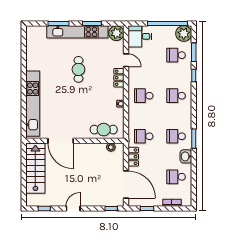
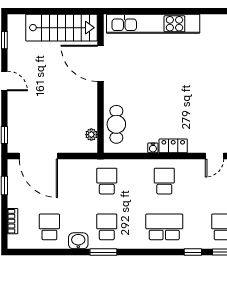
cafe table: (78, 69) -> (202, 89), removed
locker: (119, 78) -> (173, 146), moved
school desk: (176, 96) -> (164, 227), width x1.85
door: (61, 141) -> (100, 63), hinge flipped
locker: (133, 157) -> (78, 166), removed
door: (126, 185) -> (38, 156), hinge flipped

